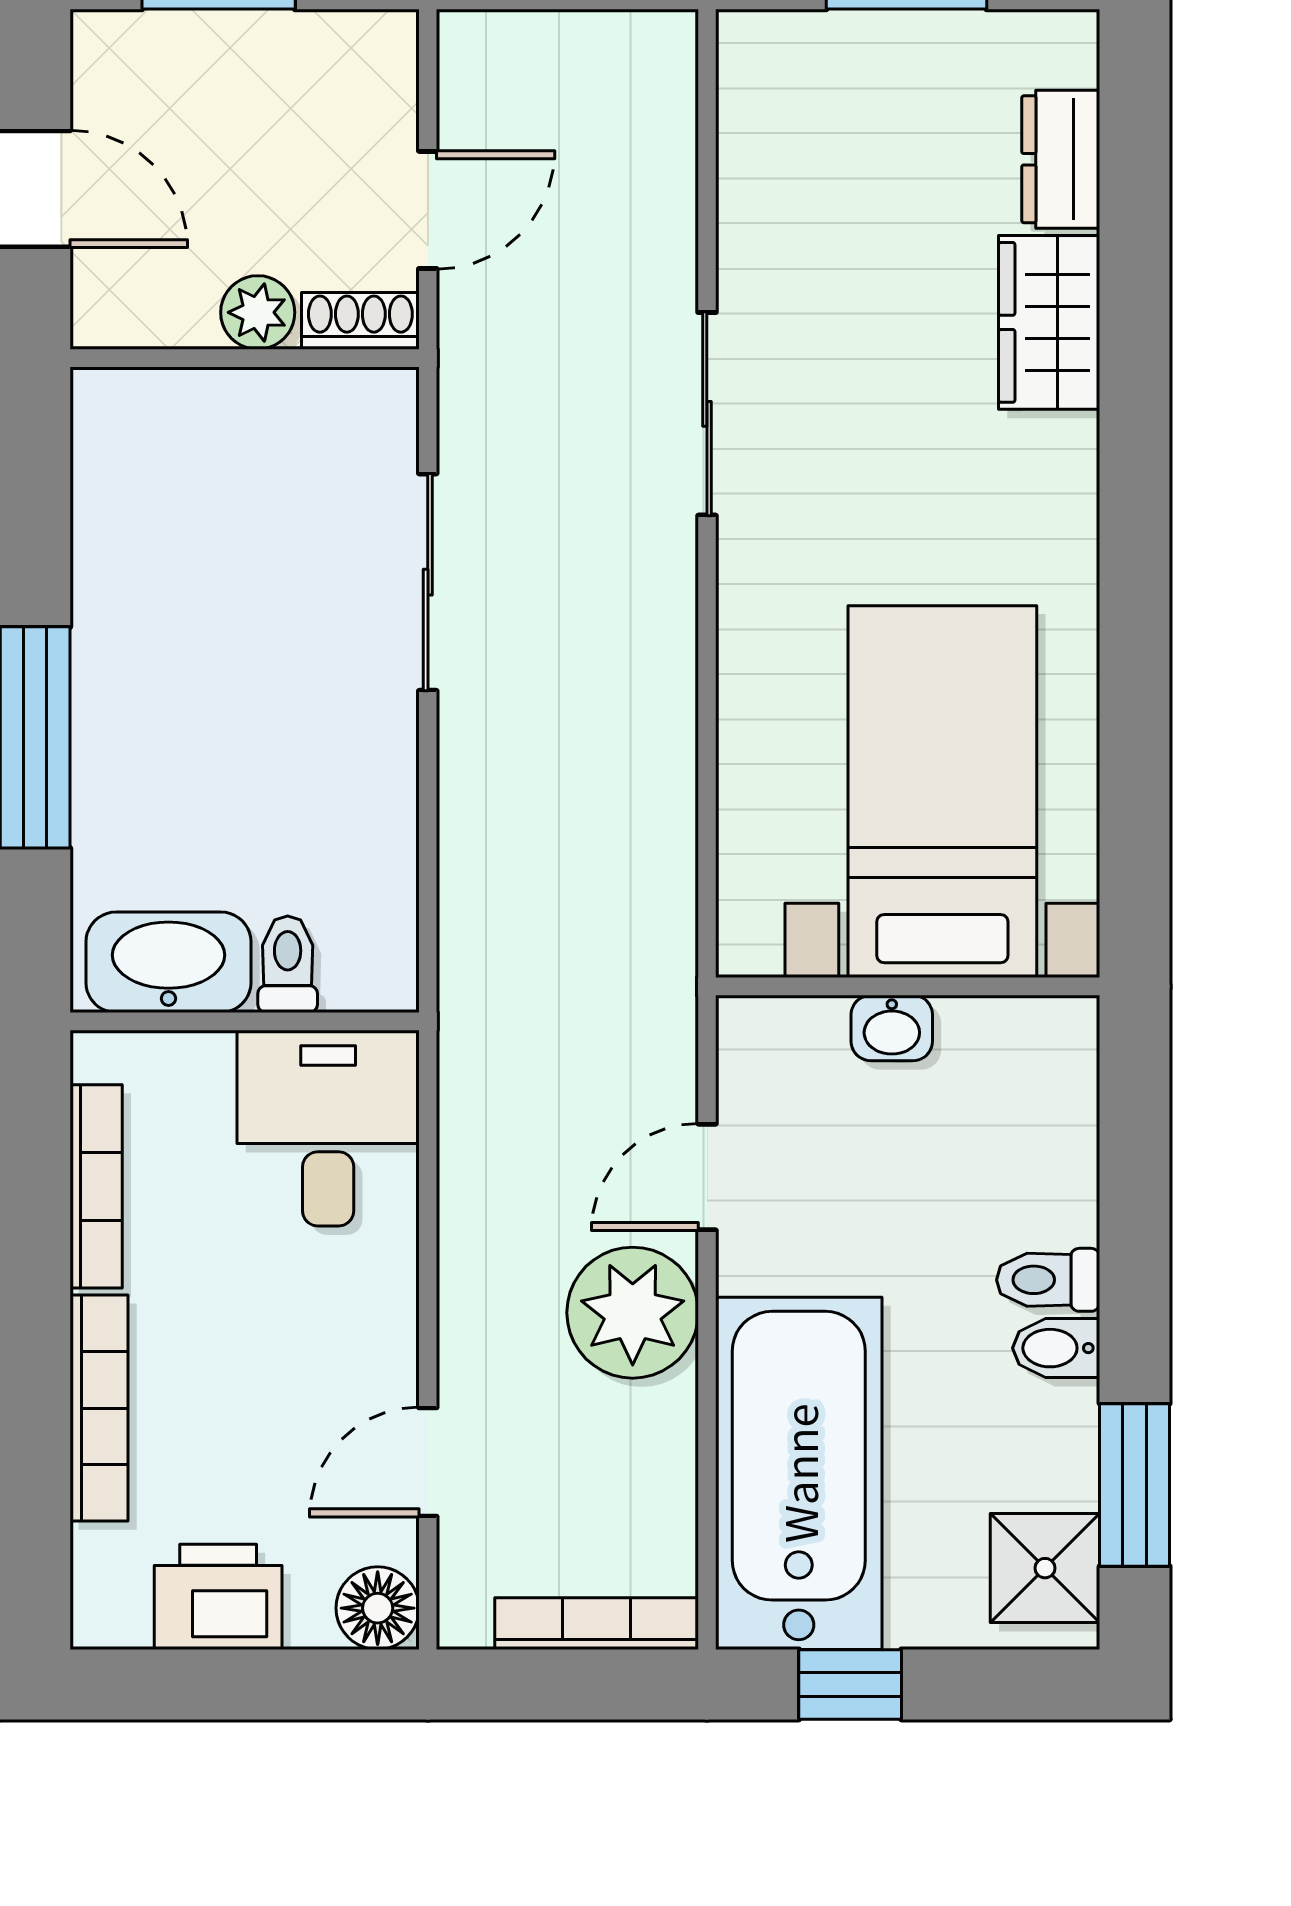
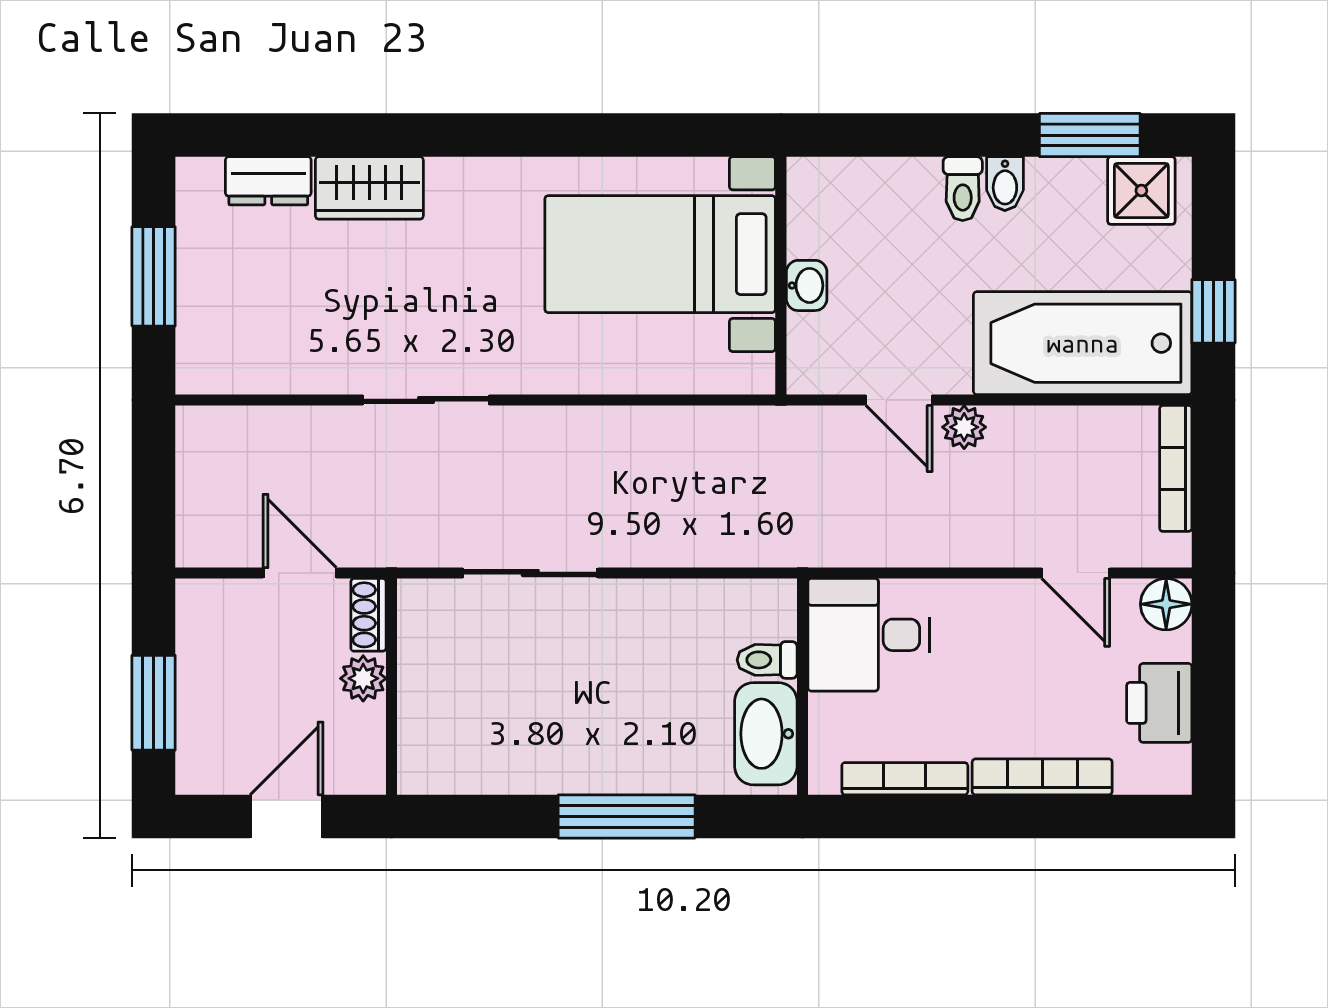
plant: (633, 1313) -> (964, 427), width x0.53, depth x0.53

